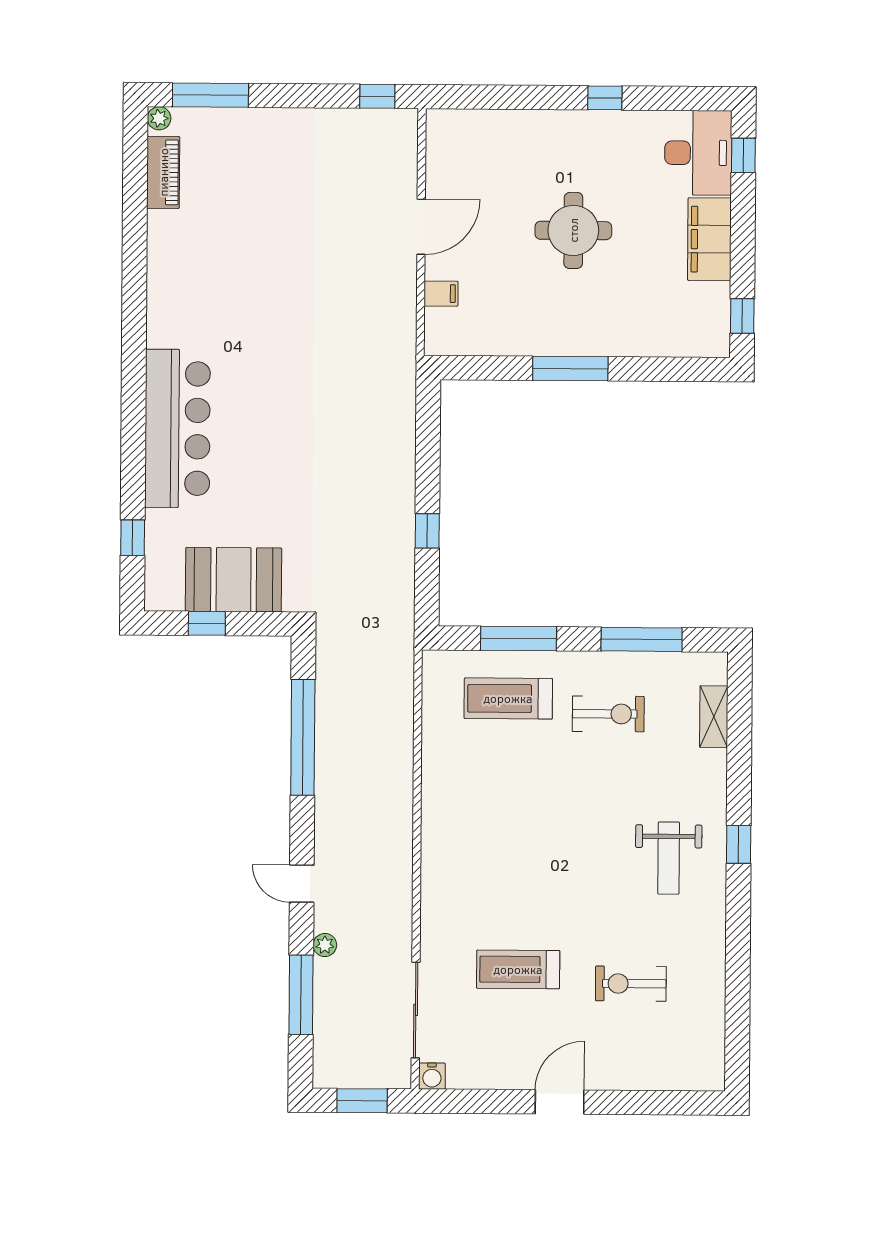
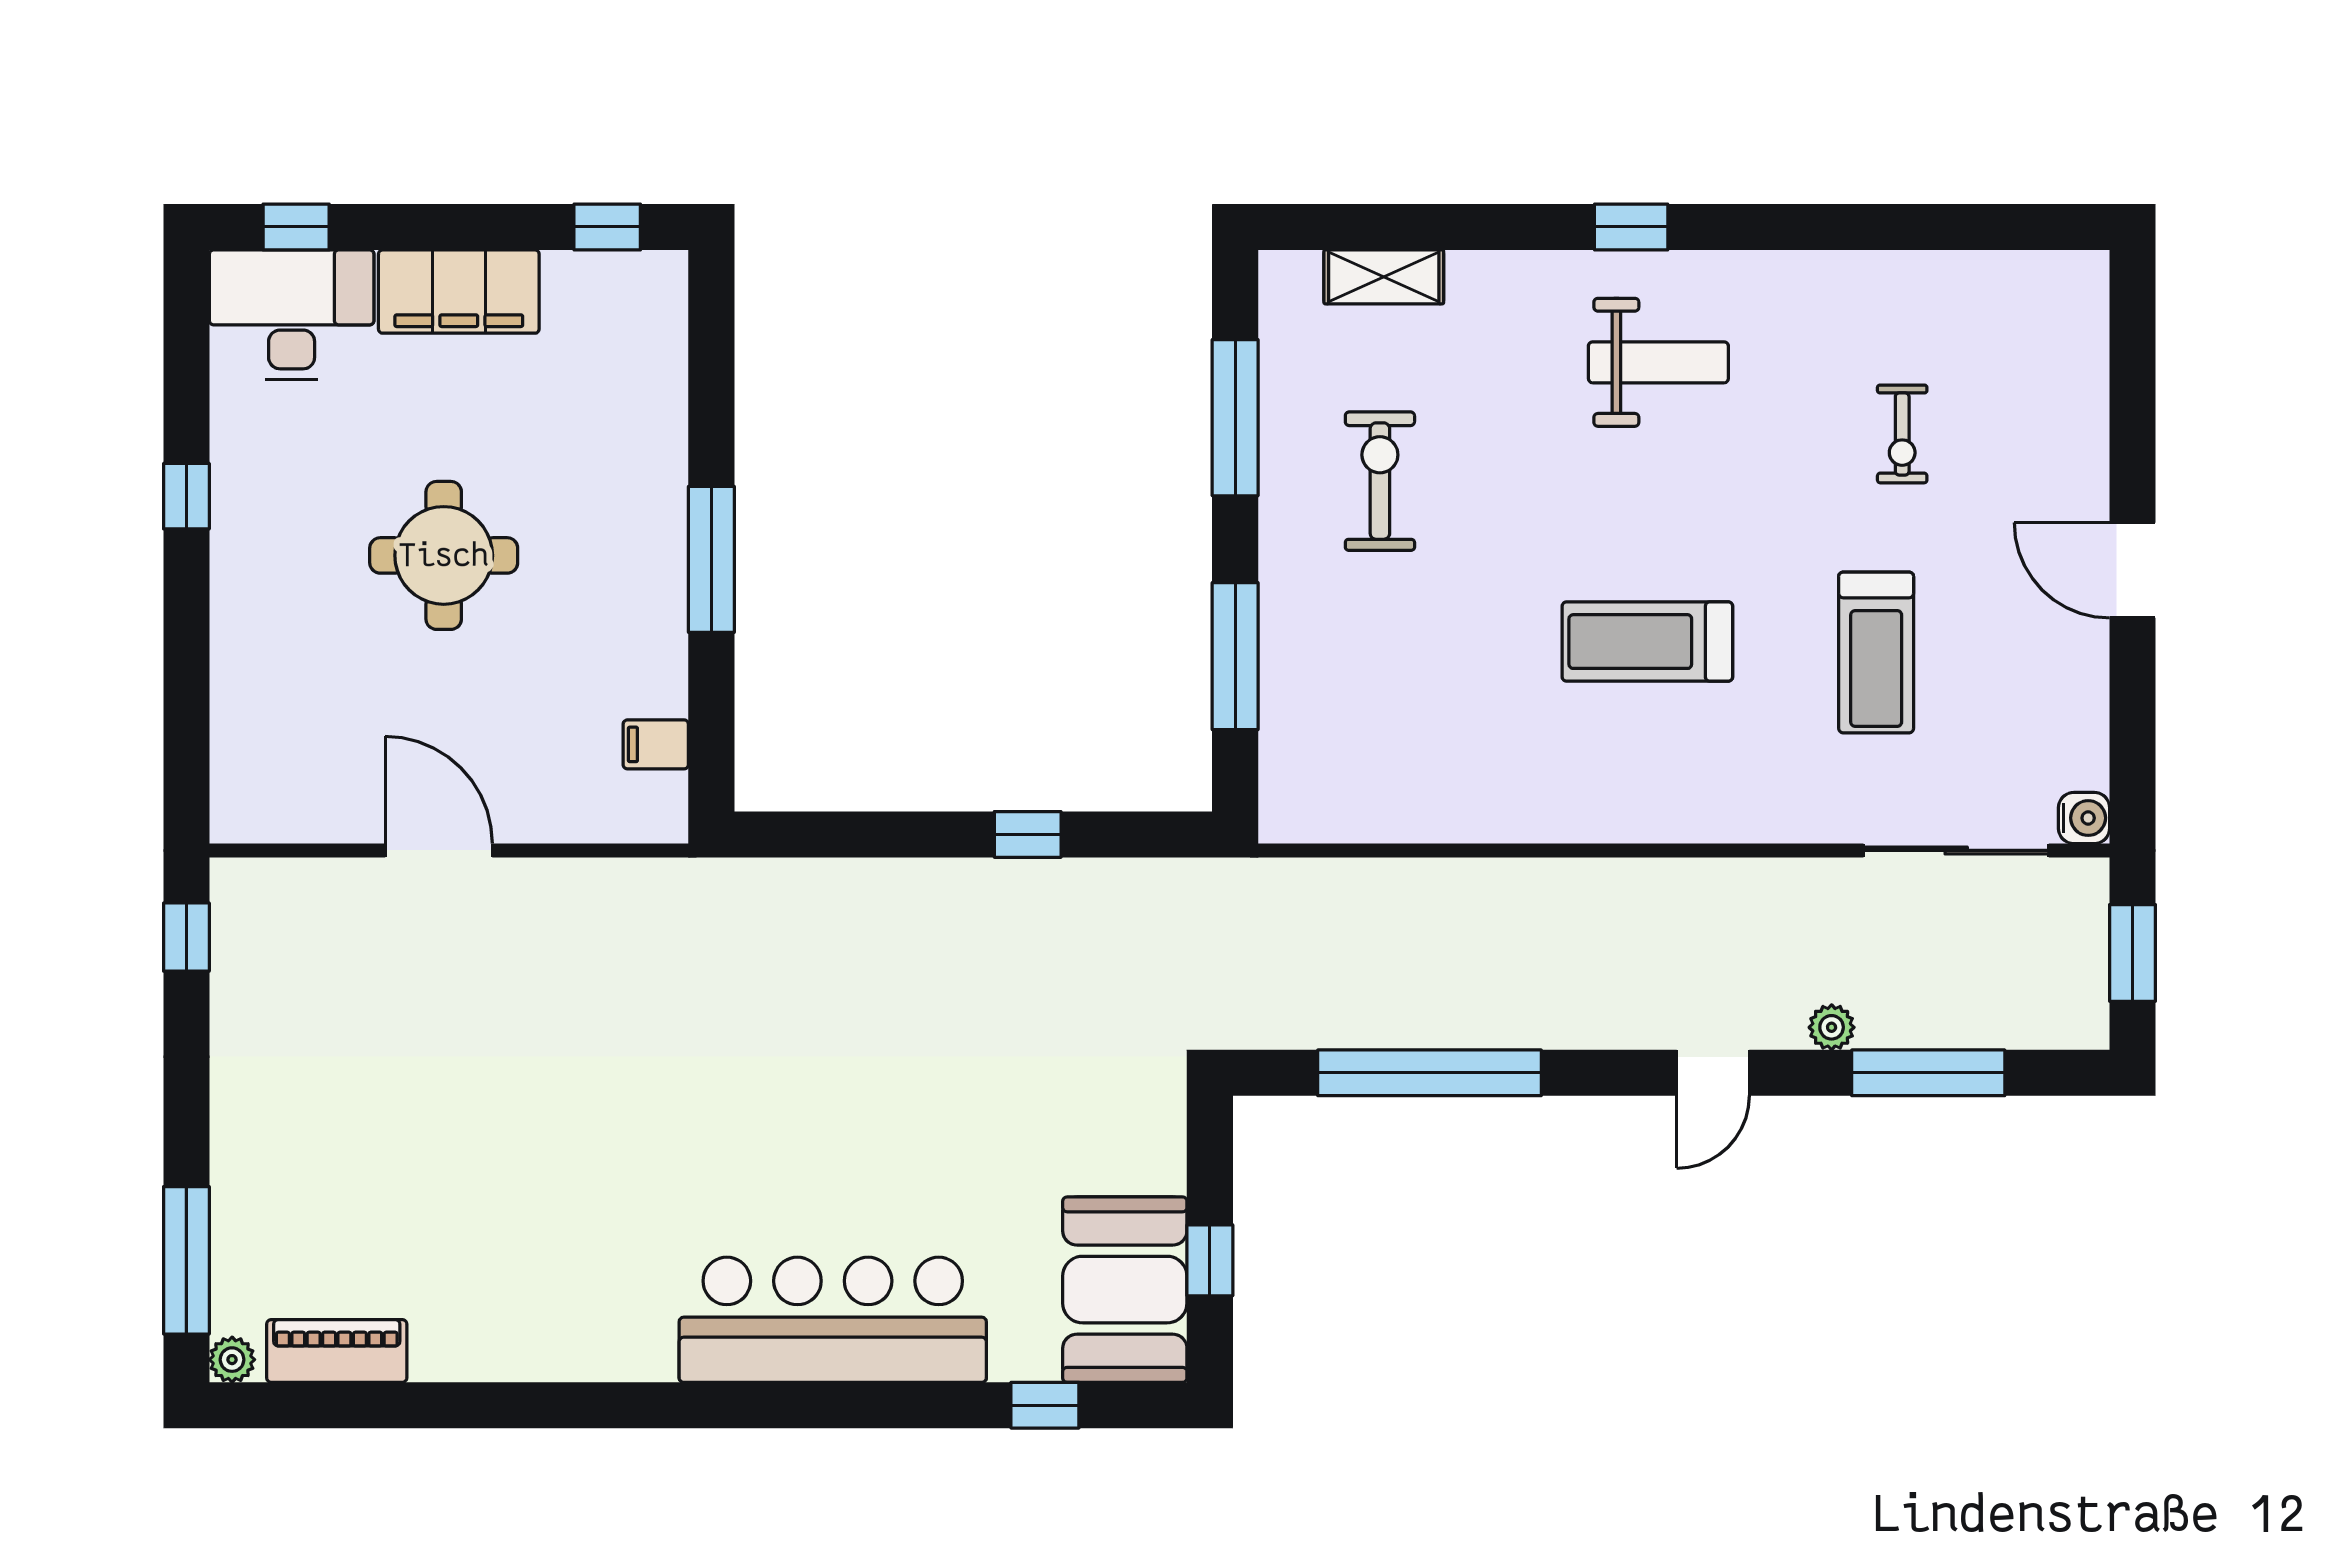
filing cabinet: (441, 294) -> (656, 744), moved, turned -90
booth: (234, 580) -> (1125, 1290), moved
treadmill: (508, 698) -> (1647, 642), moved, turned 90
exercise bike: (631, 984) -> (1902, 434), width x0.73, depth x0.72

